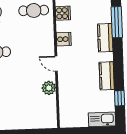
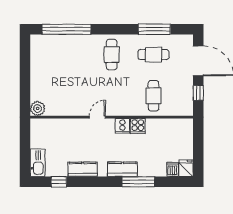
cooker: (63, 13) -> (138, 126), moved
plant: (49, 88) -> (38, 109), moved

